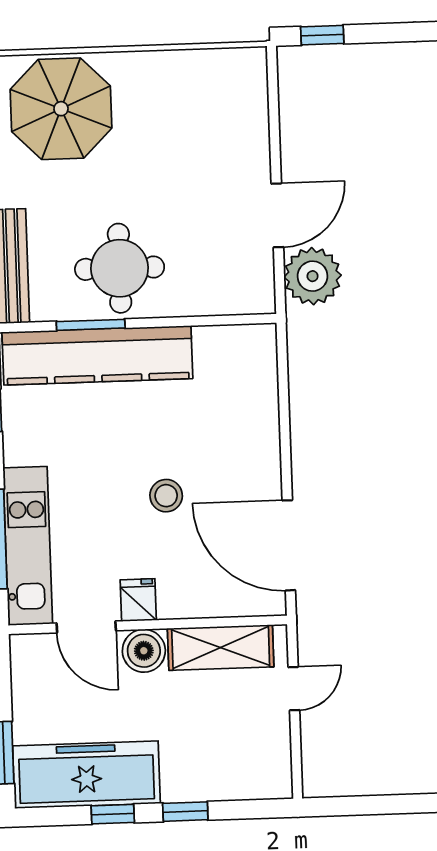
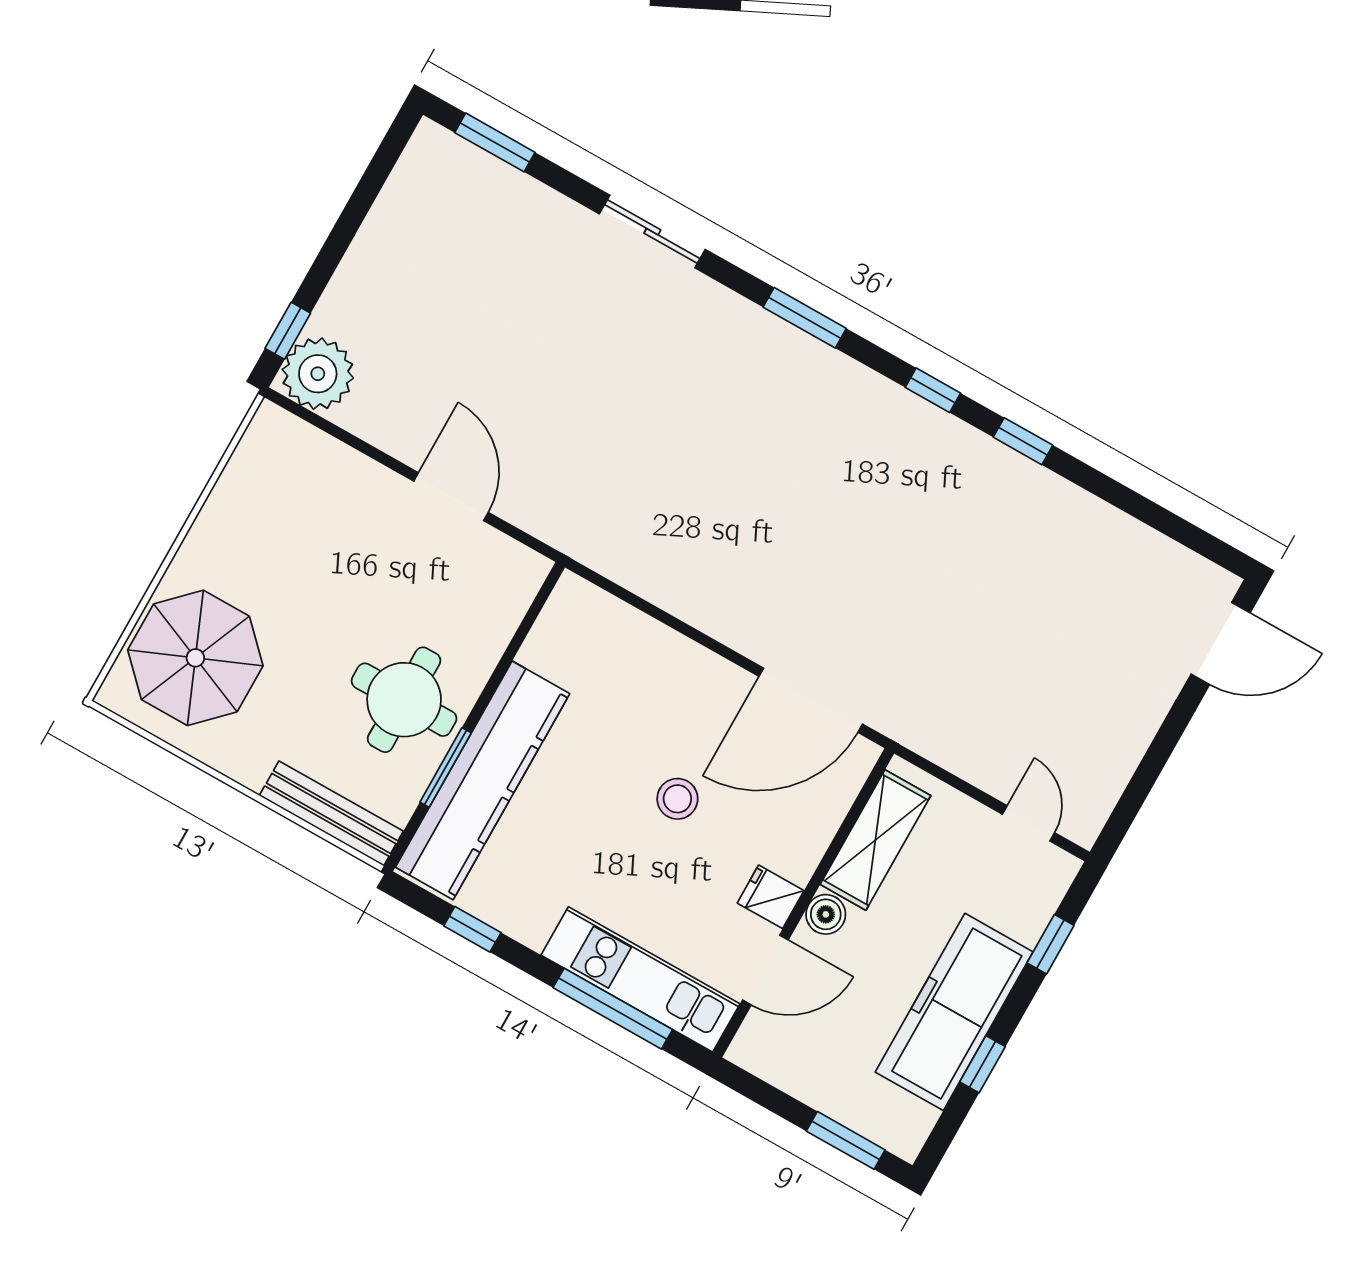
plant: (313, 276) -> (318, 374), moved
boiler: (144, 651) -> (826, 914), width x0.73, depth x0.73
door: (294, 689) -> (1028, 823), moved
freezer: (86, 775) -> (954, 1012), moved
window: (185, 812) -> (1050, 944), moved

